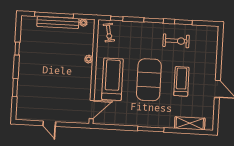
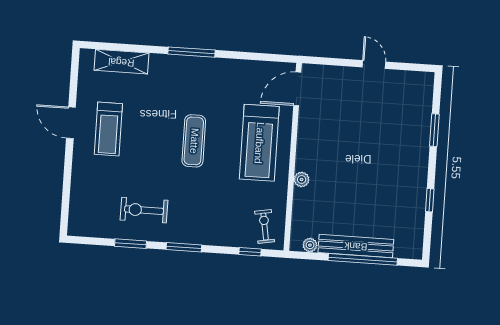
exercise mat: (149, 80) -> (194, 141), width x0.50, depth x0.69
treadmill: (181, 81) -> (108, 129), moved

